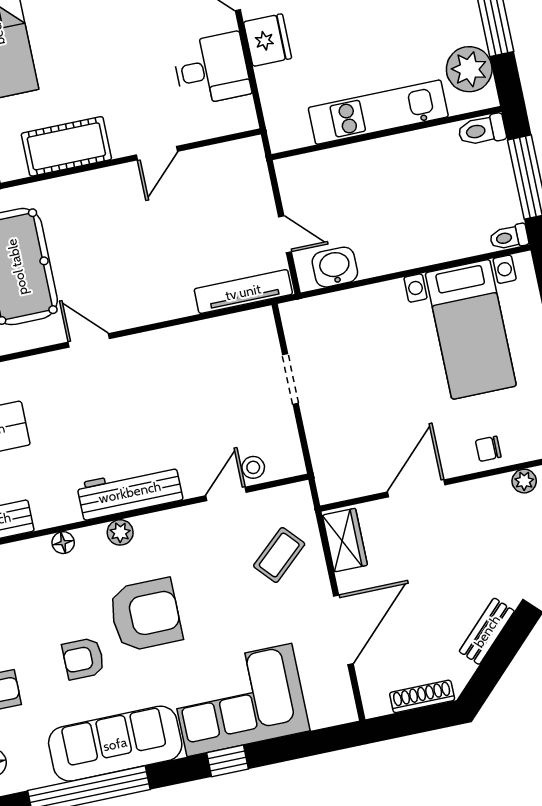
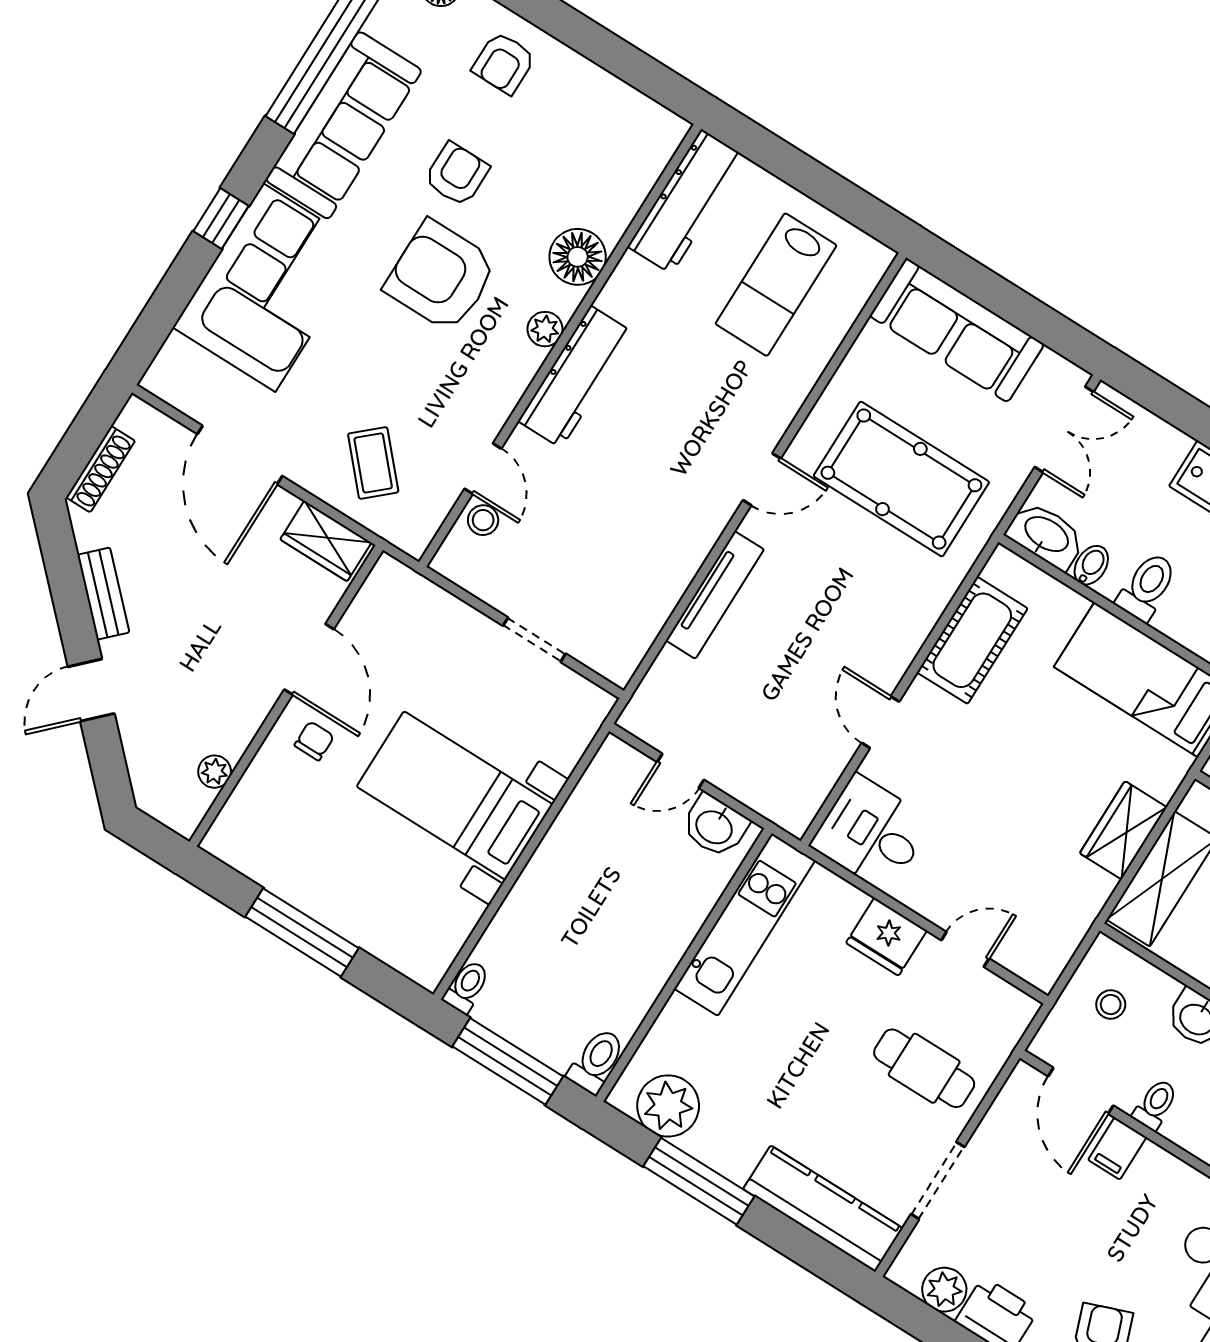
desk: (212, 69) -> (872, 833), moved, turned 90
kitchen unit: (378, 112) -> (745, 924), moved
washbasin: (335, 267) -> (715, 826), moved, turned 90
tv unit: (243, 292) -> (715, 595), moved
bed with nightstands: (471, 329) -> (455, 796), moved
chair: (488, 449) -> (314, 741), moved
floor lamp: (63, 543) -> (578, 257), width x1.89, depth x1.89
armchair: (145, 615) -> (441, 276), turned 90

